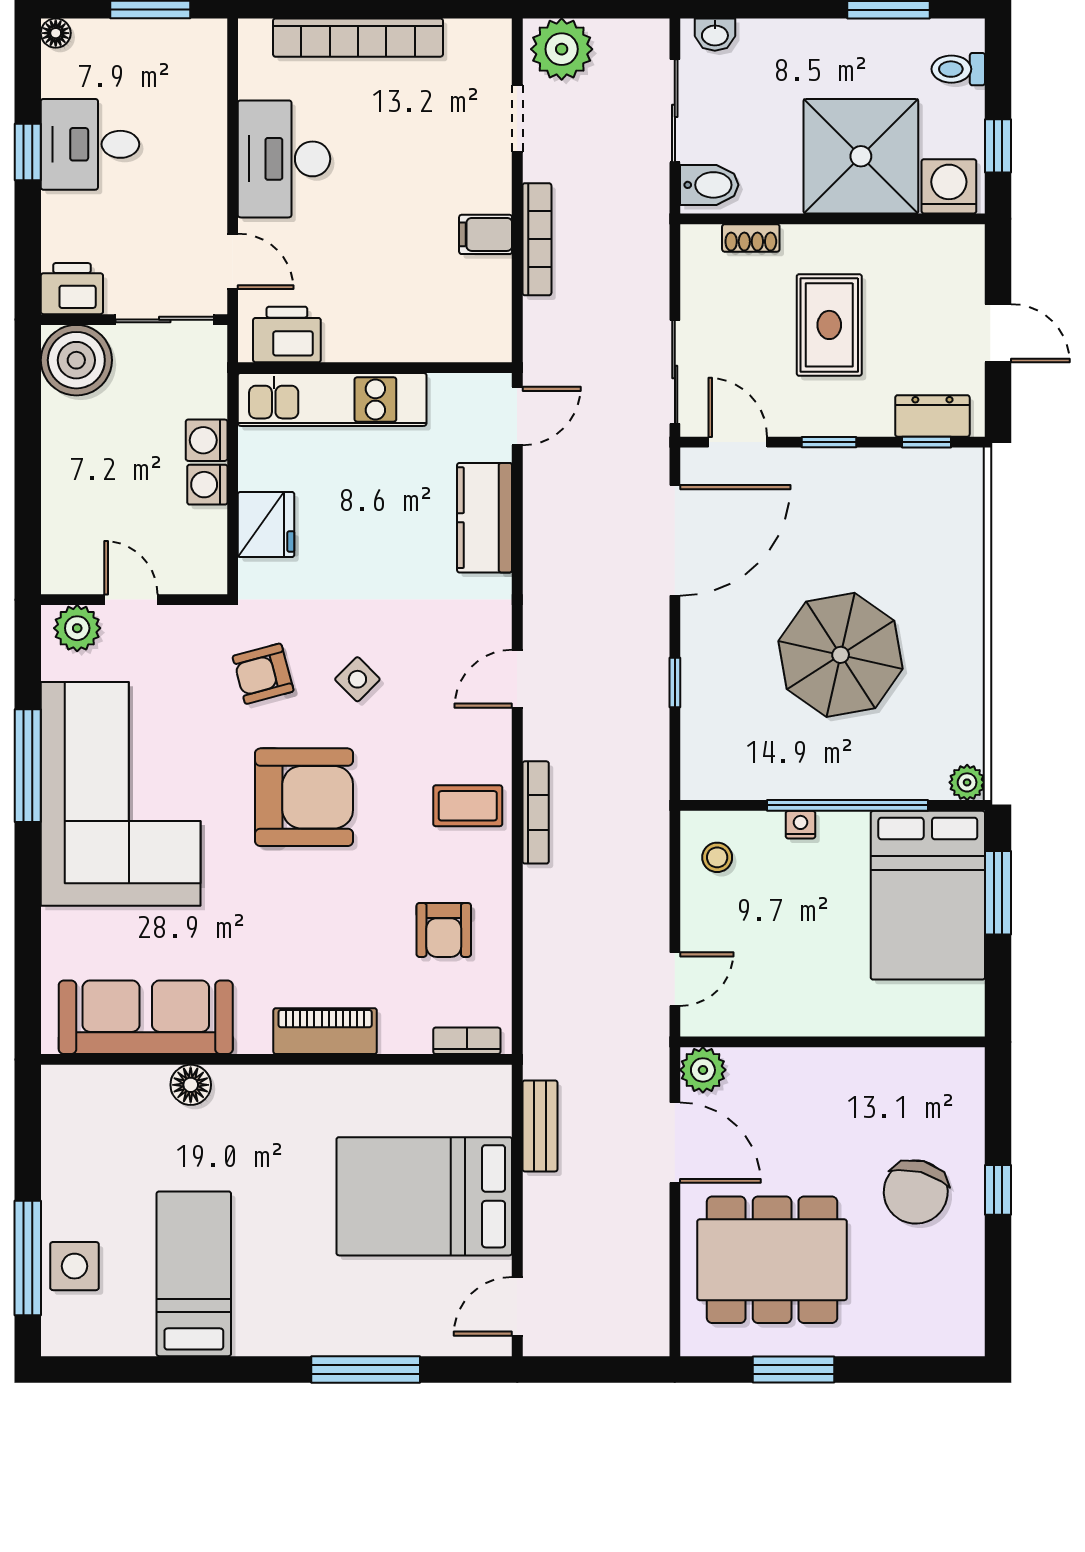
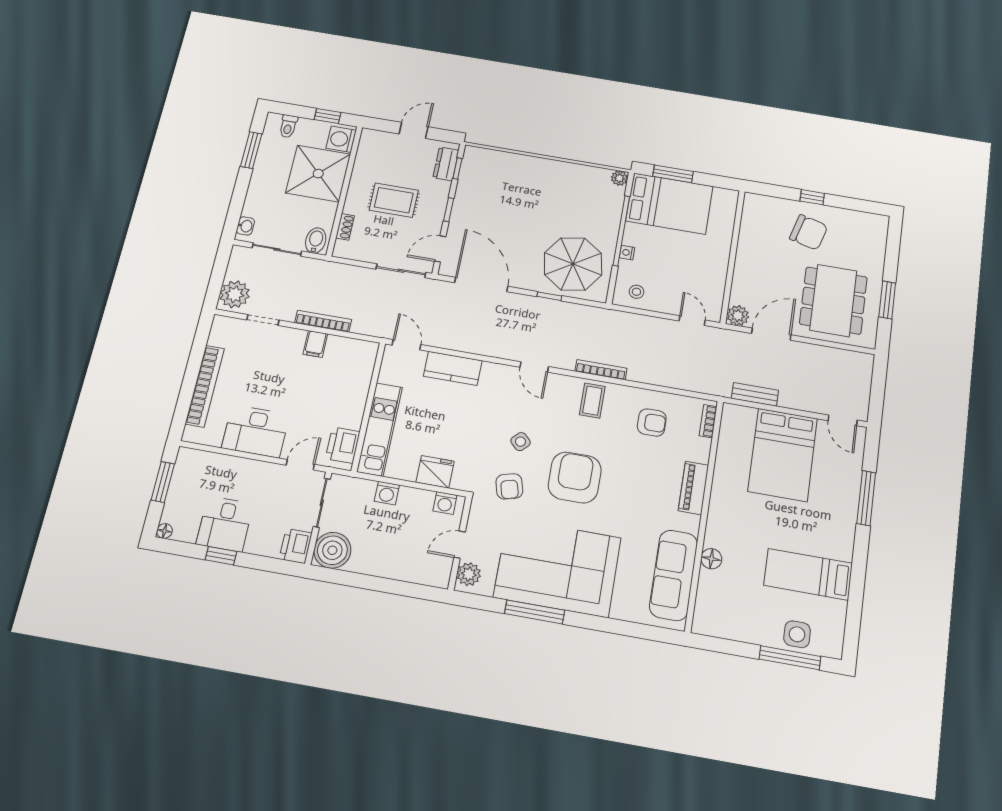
washing machine: (207, 485) -> (445, 503), moved
parasol: (841, 655) -> (573, 264), moved

